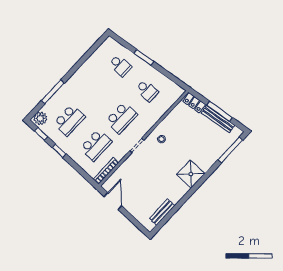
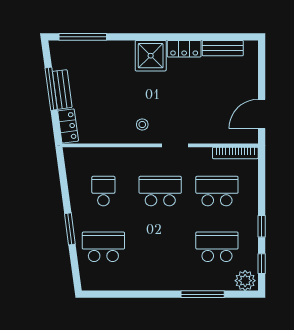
school desk: (120, 65) -> (103, 247), width x1.85
bench: (218, 119) -> (62, 89), width x0.73
locker: (179, 193) -> (184, 49), added

